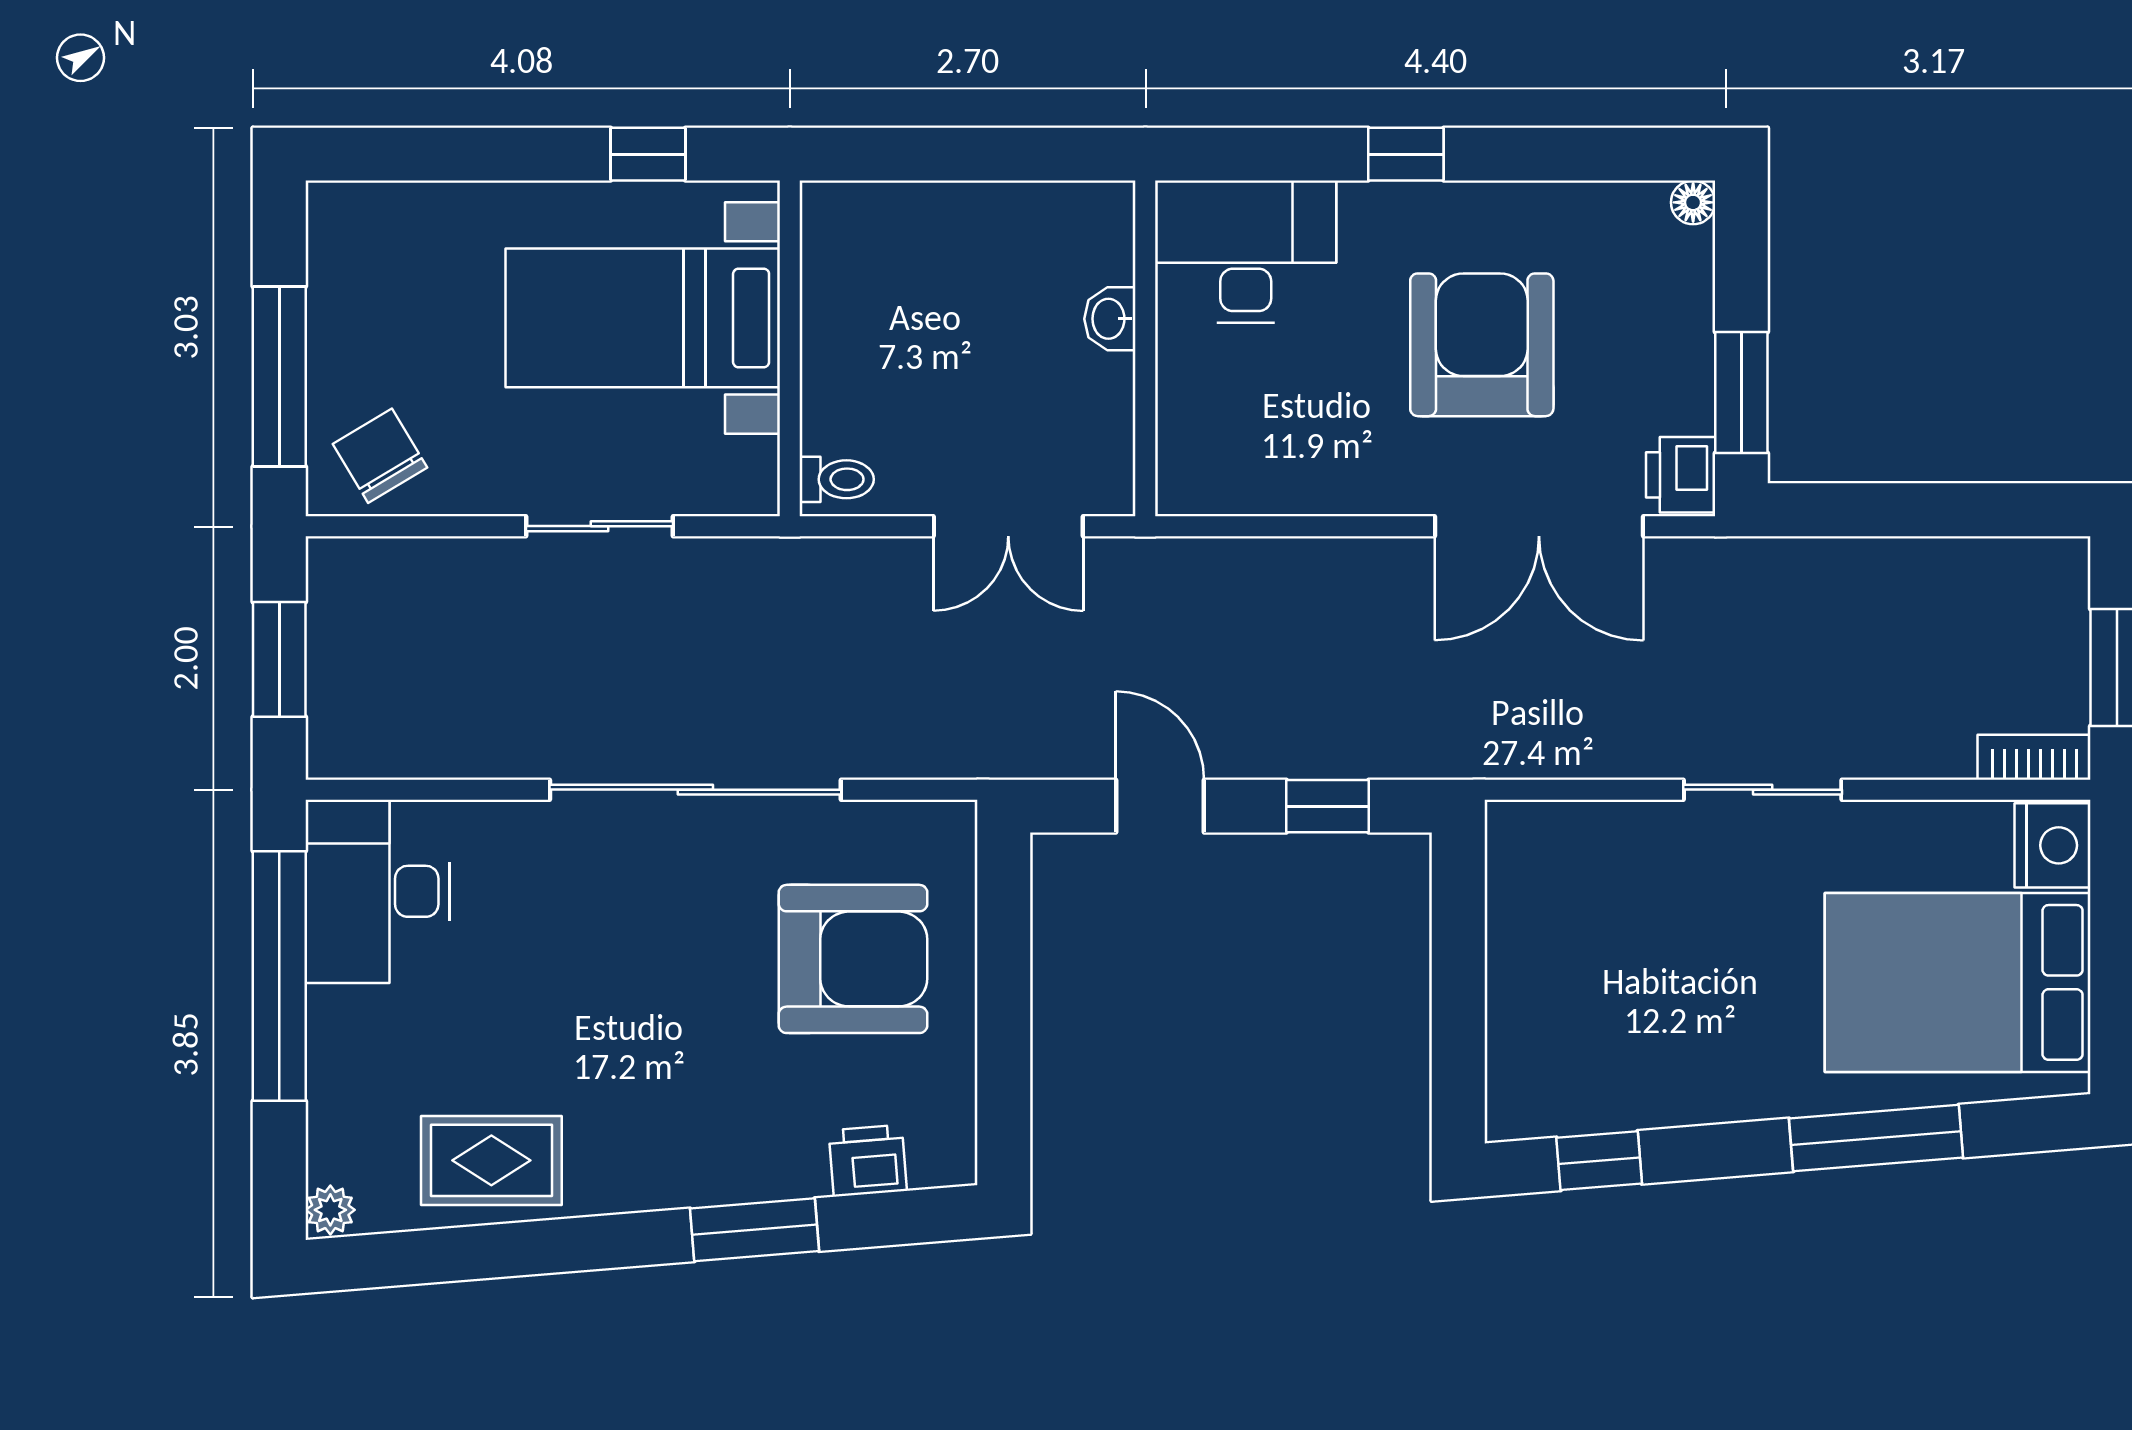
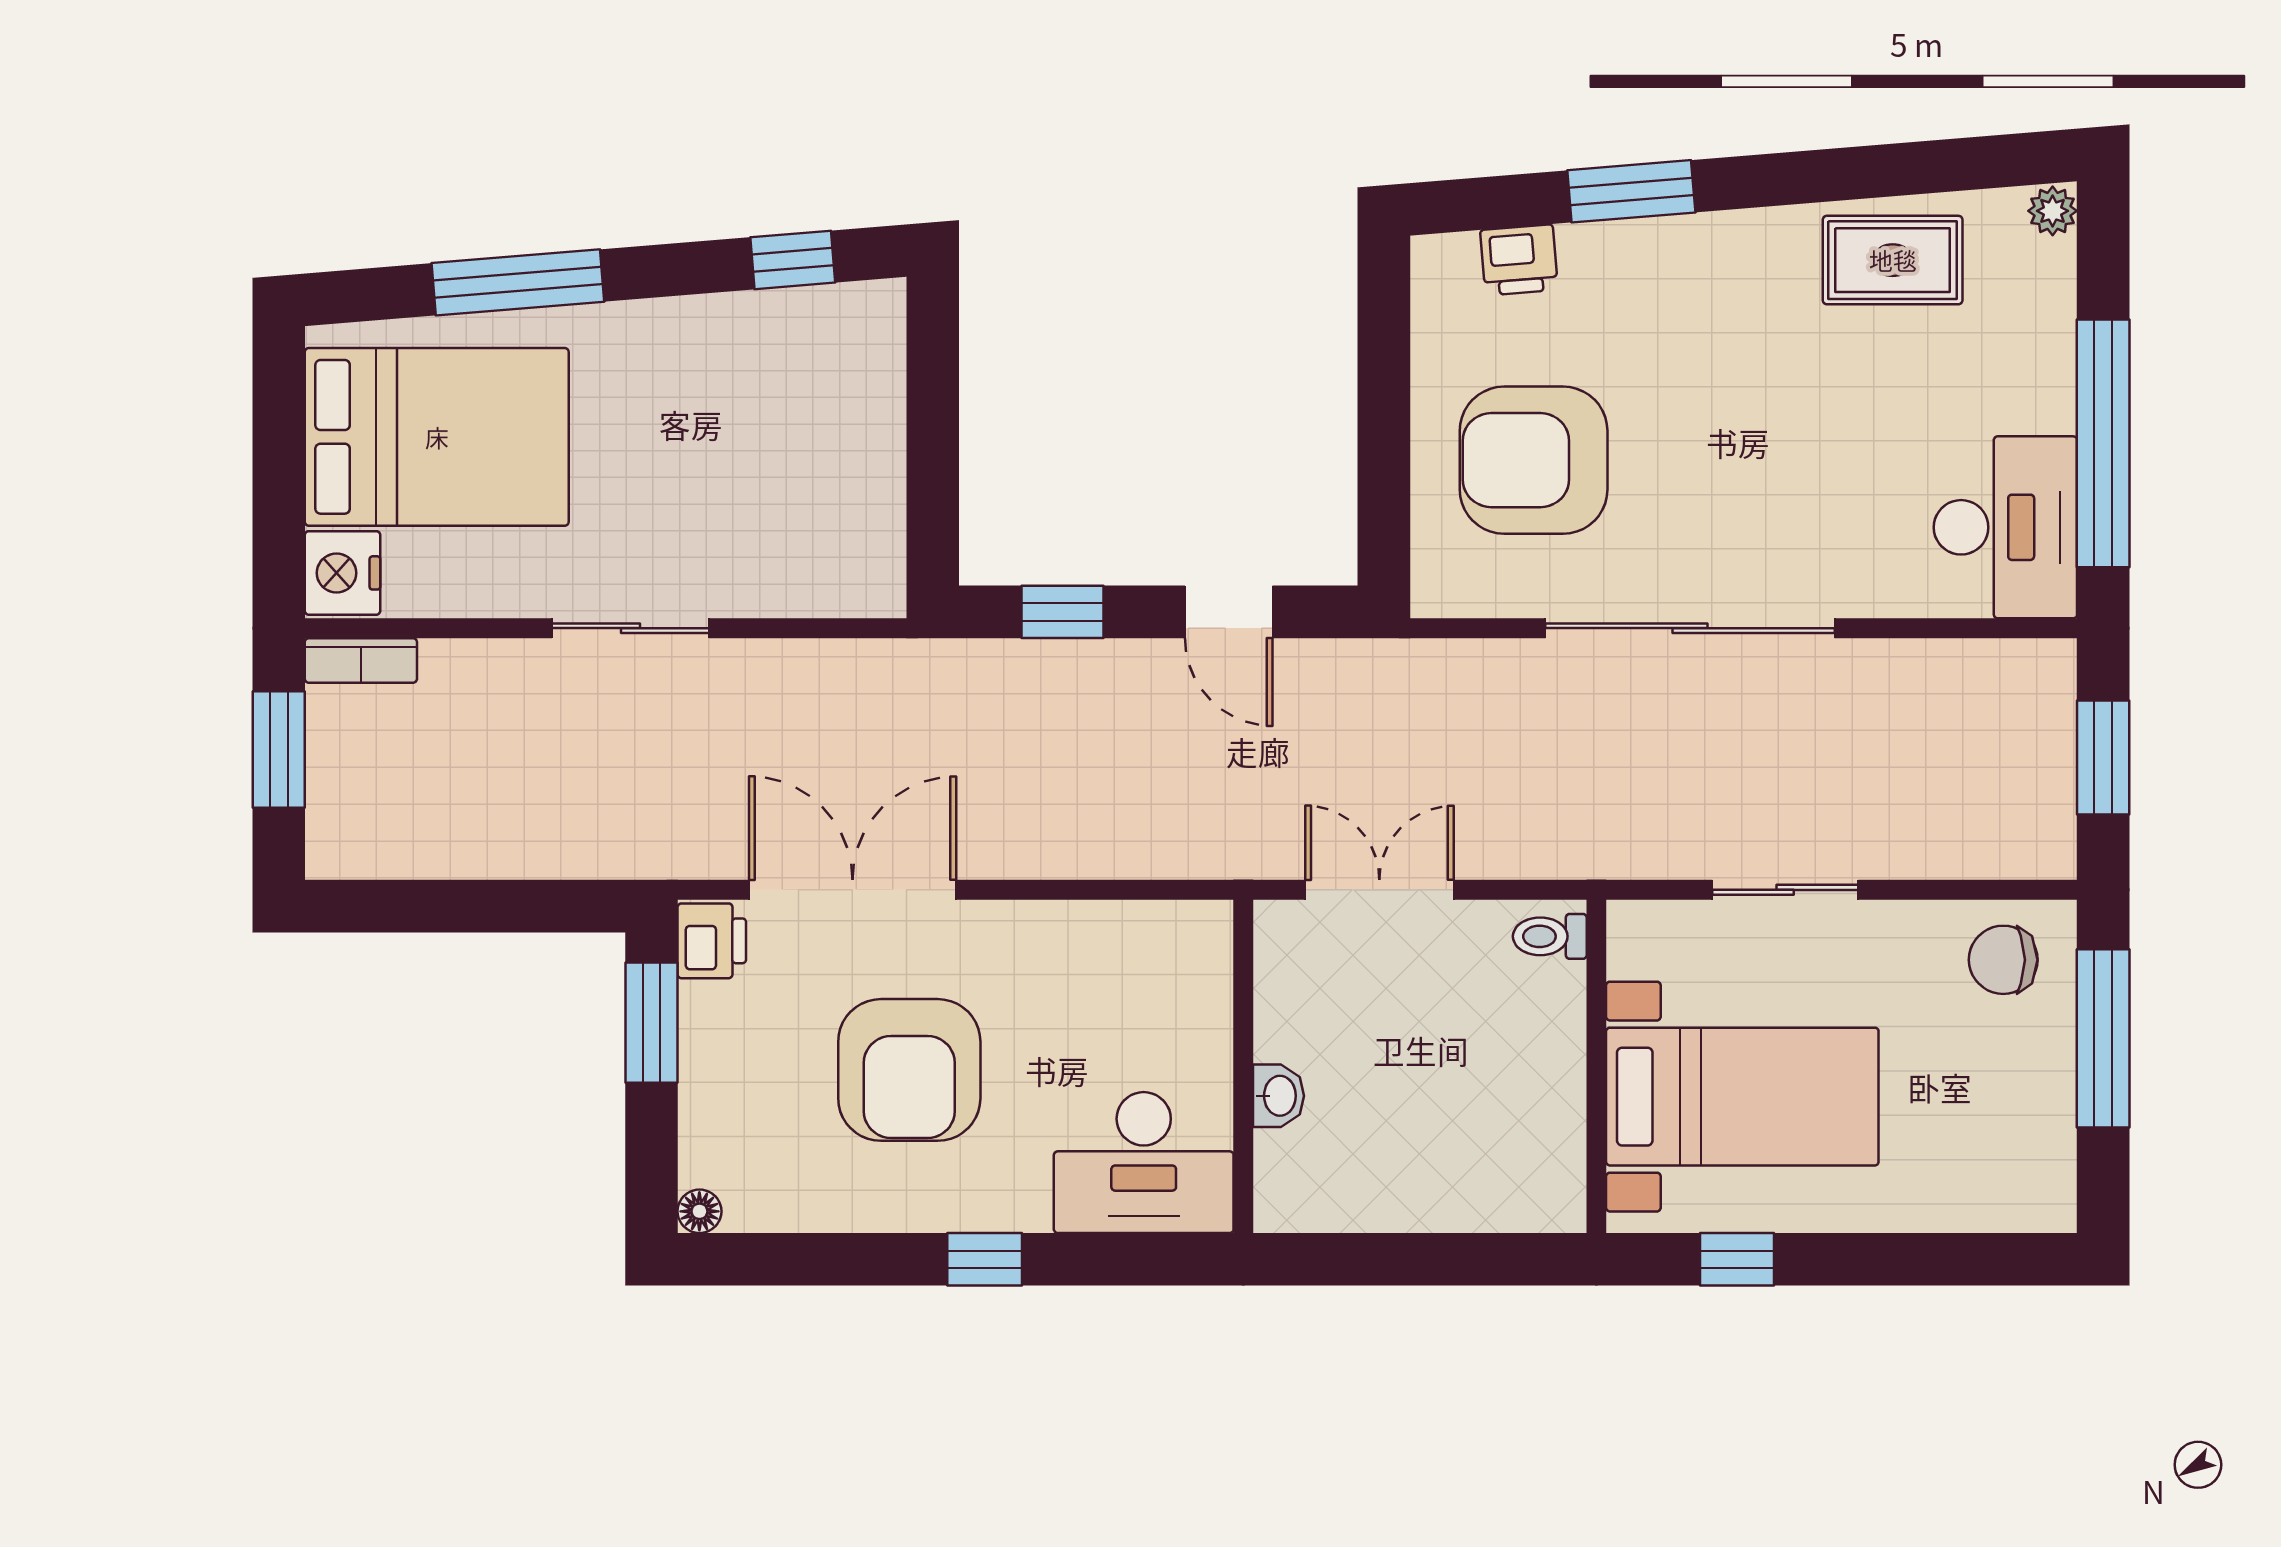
chair: (380, 456) -> (2003, 960), turned 121

